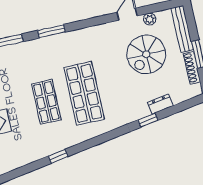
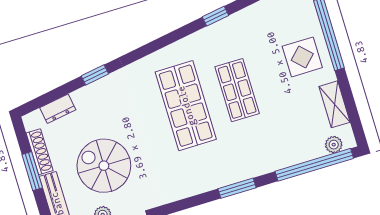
spiral stairs: (146, 54) -> (104, 166), turned -90
dresser: (160, 104) -> (58, 109), moved

